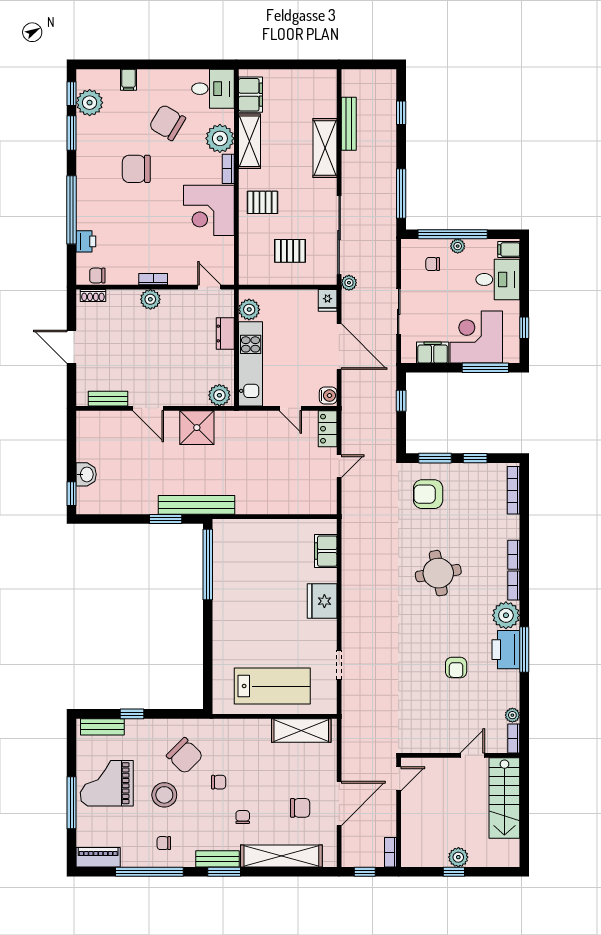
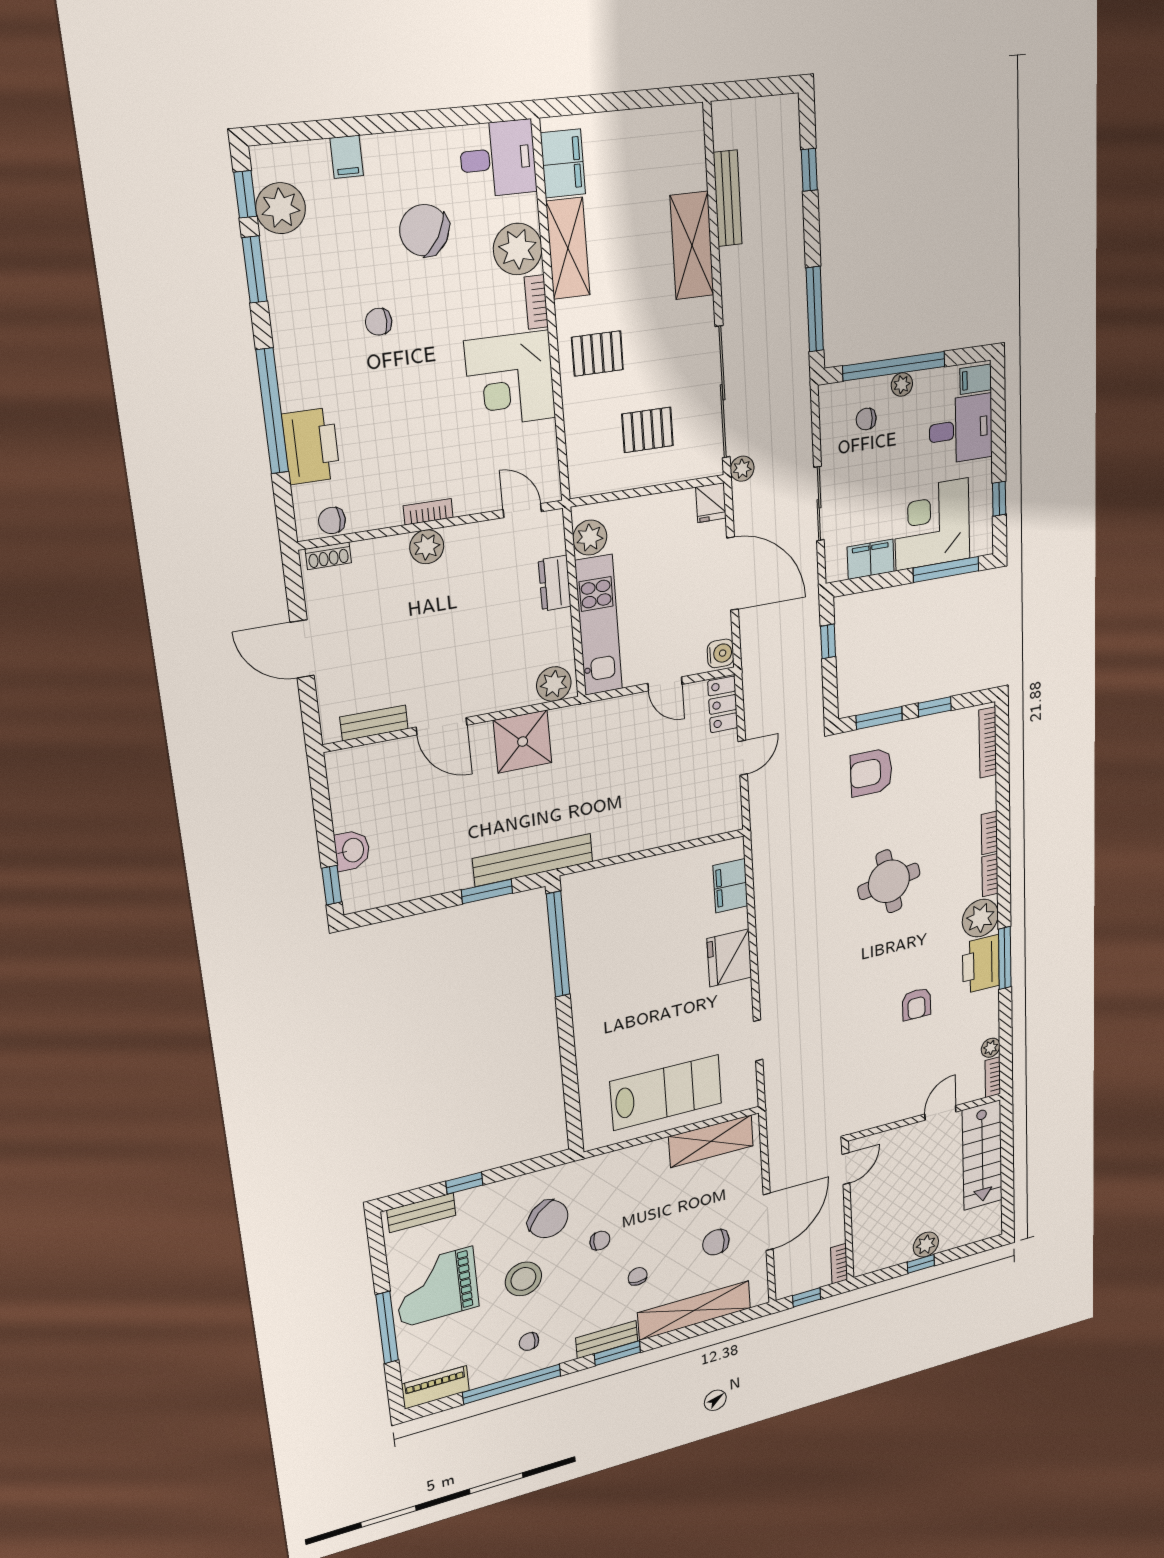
chair: (136, 169) -> (379, 322), width x0.54, depth x0.54
printer: (86, 241) -> (311, 446), width x1.87, depth x1.48
chair: (300, 808) -> (716, 1242), turned 180

